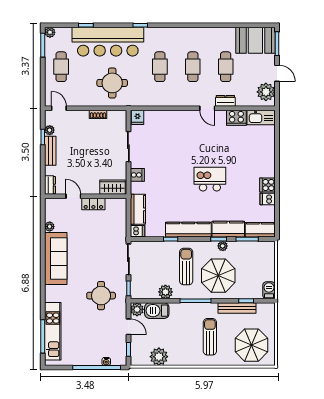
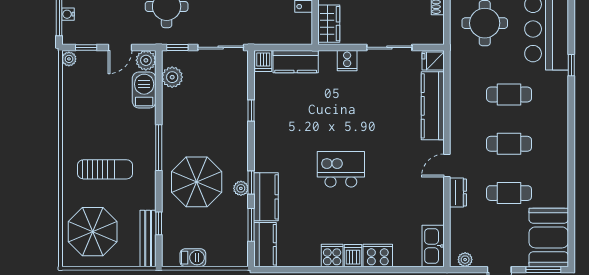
plant: (266, 92) -> (465, 260), width x0.53, depth x0.53
cooker: (236, 118) -> (378, 255), moved, turned 90
kitchen island: (210, 179) -> (341, 169), turned -90
dishwasher: (268, 199) -> (353, 256), moved
kitchen counter: (188, 230) -> (433, 106), moved, turned 180
sun lounger: (186, 266) -> (210, 134), removed
barbecue: (269, 290) -> (193, 258), moved
plant: (165, 292) -> (172, 77), moved
bench: (237, 308) -> (148, 238), moved
plant: (159, 357) -> (69, 59), moved, width x0.53, depth x0.53

